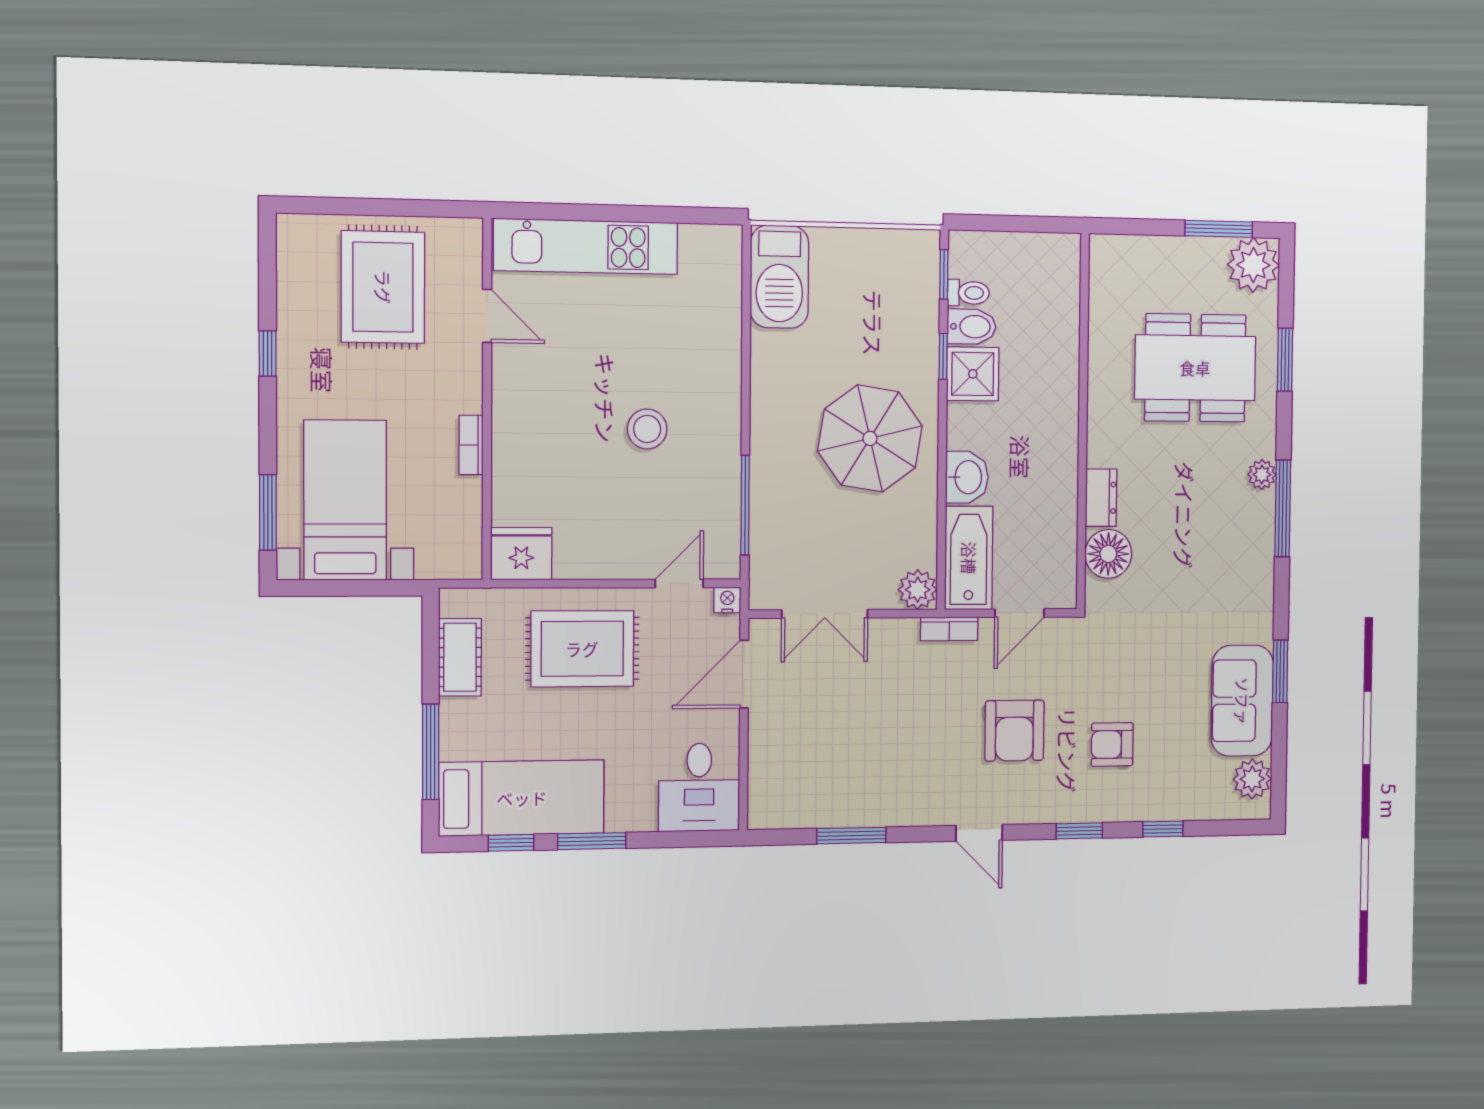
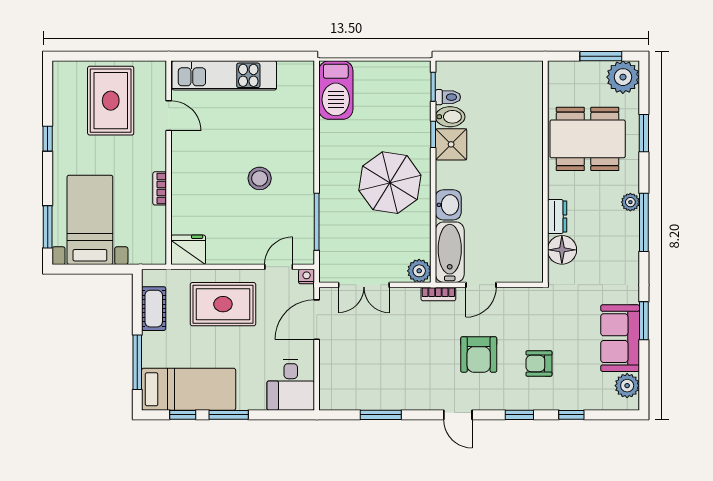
wall: (1083, 422) -> (545, 172), moved
dresser: (1101, 498) -> (557, 216), moved
floor lamp: (1108, 554) -> (562, 250), moved

